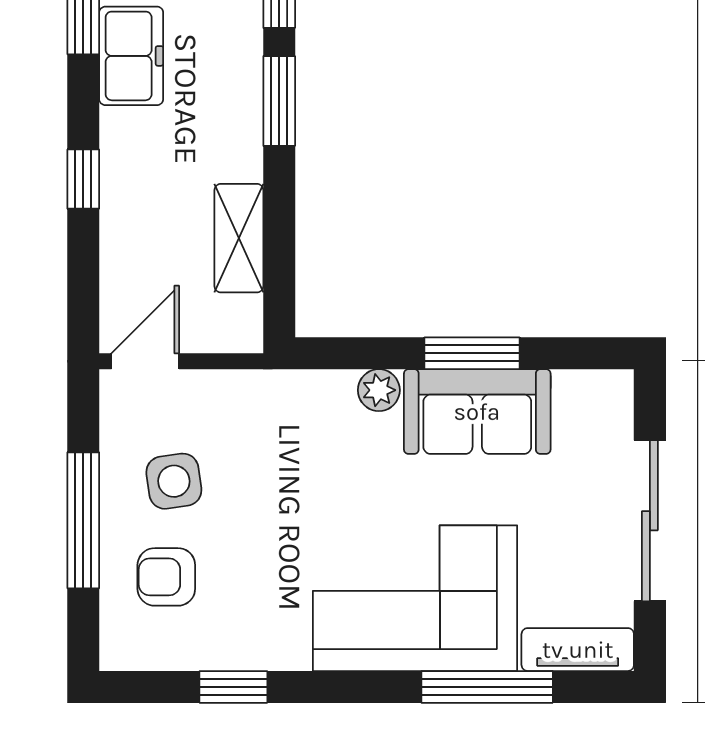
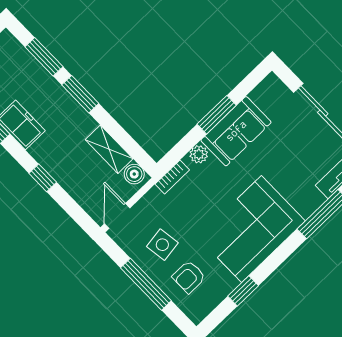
boiler: (241, 319) -> (134, 174), added
bookcase: (299, 385) -> (172, 177), added
corner sofa: (415, 598) -> (251, 229), moved

